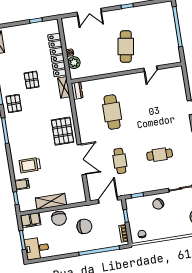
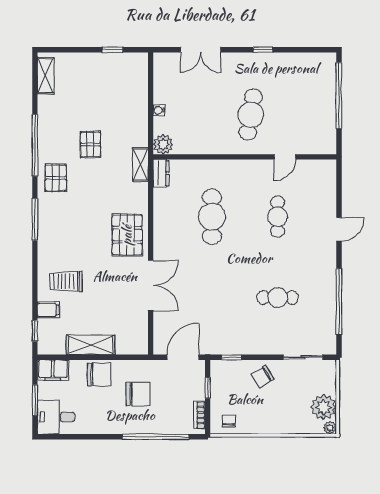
locker: (57, 55) -> (138, 111), removed
plant: (74, 63) -> (163, 144), moved
cafe table: (120, 161) -> (278, 217), moved
chair: (59, 218) -> (99, 374), turned -90

